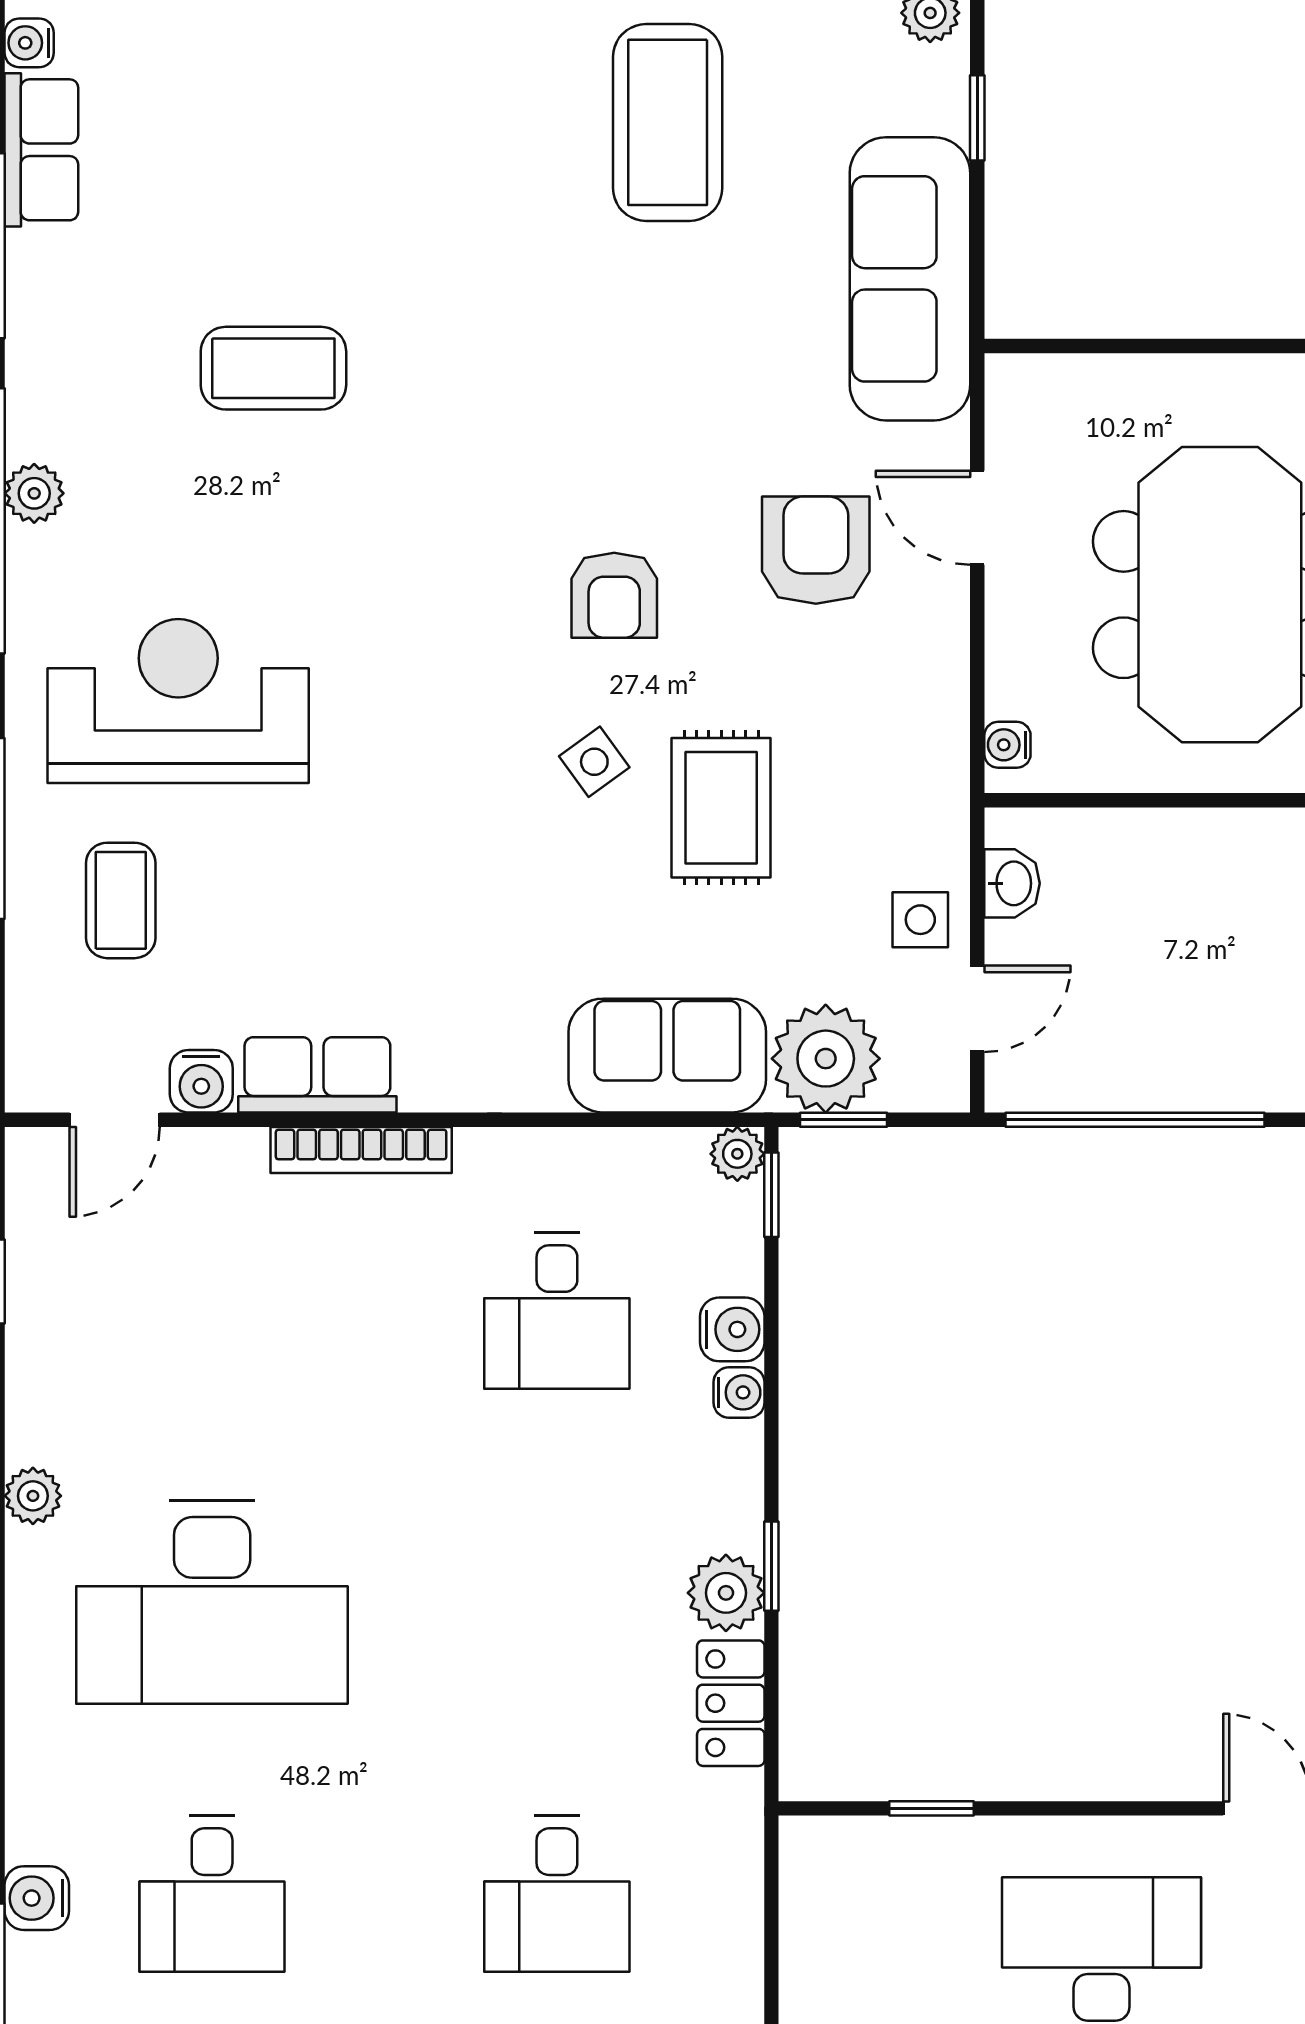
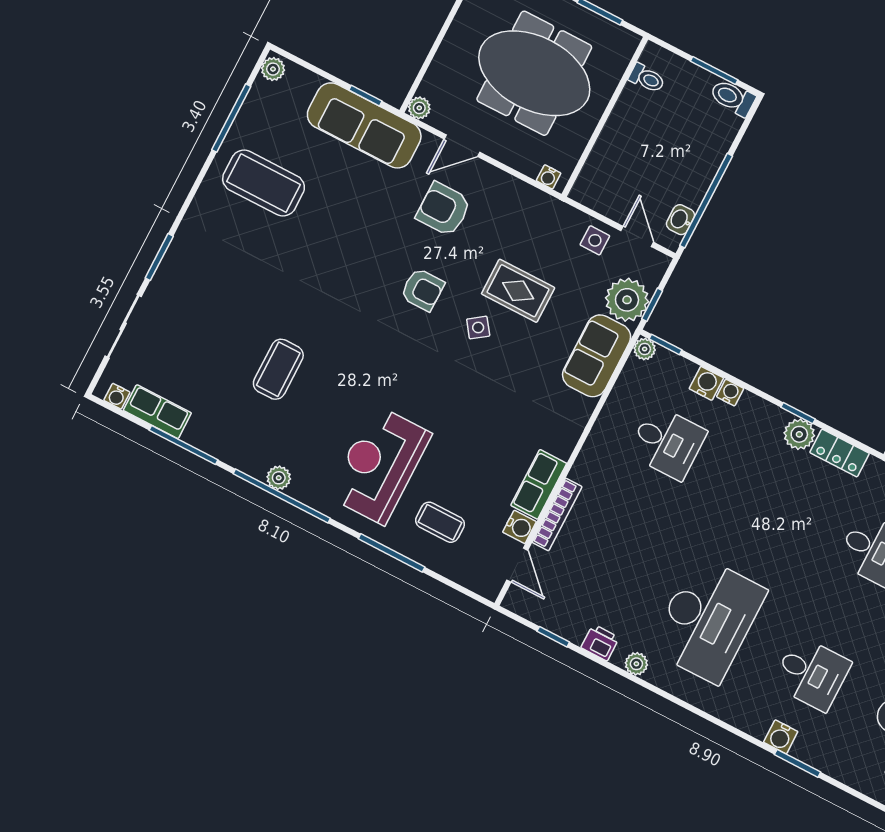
window: (977, 118) -> (365, 96), moved
plant: (1012, 380) -> (419, 108), added
washbasin: (1012, 883) -> (680, 220), moved, turned -90
bookcase: (361, 1150) -> (557, 515), moved
printer: (38, 1391) -> (600, 643), added

